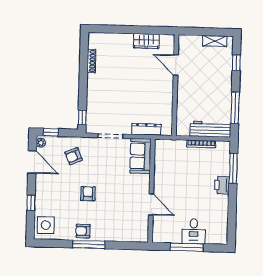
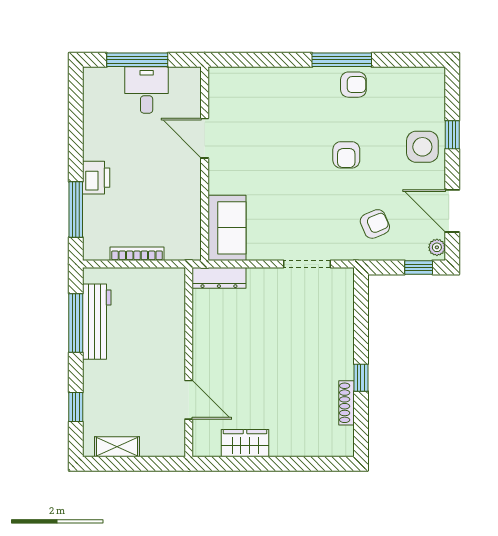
window: (82, 117) -> (361, 378), moved
dresser: (146, 129) -> (219, 278), moved
workbench: (211, 129) -> (97, 322), moved, turned -90
sofa: (140, 156) -> (227, 228), moved
wall: (151, 191) -> (205, 164), moved
door: (151, 204) -> (205, 138), moved
side table: (46, 225) -> (422, 147), moved
window: (187, 247) -> (137, 60), moved

